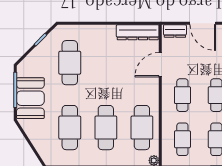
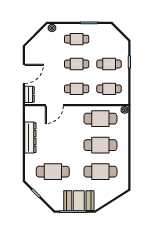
dresser: (138, 32) -> (30, 138), moved
door: (160, 65) -> (54, 105), hinge flipped

